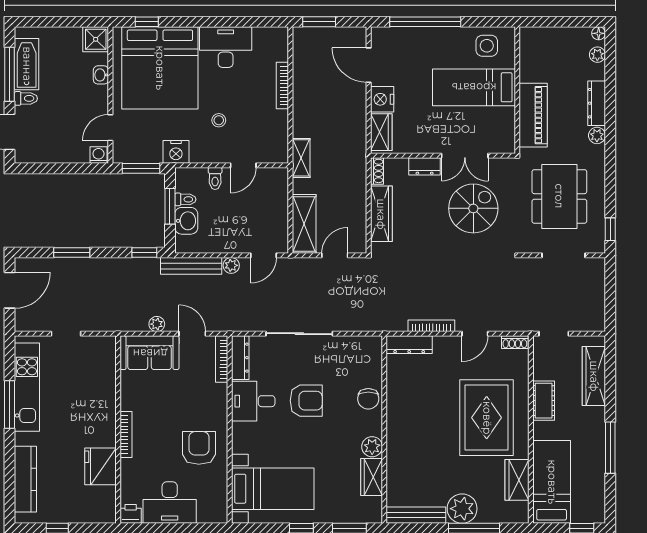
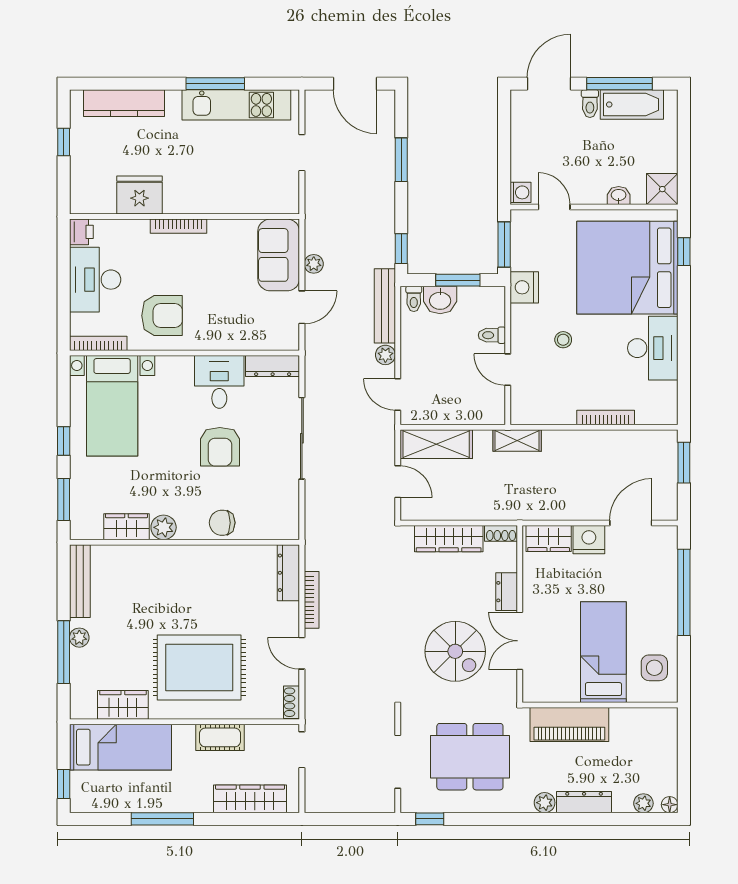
toilet: (185, 199) -> (414, 299), moved
bookcase: (222, 359) -> (98, 343), moved
plant: (462, 509) -> (79, 638), width x0.53, depth x0.53

